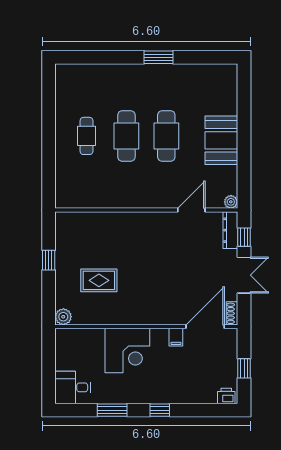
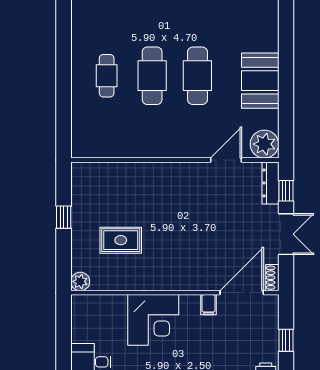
plant: (231, 202) -> (264, 144), width x1.88, depth x1.88

